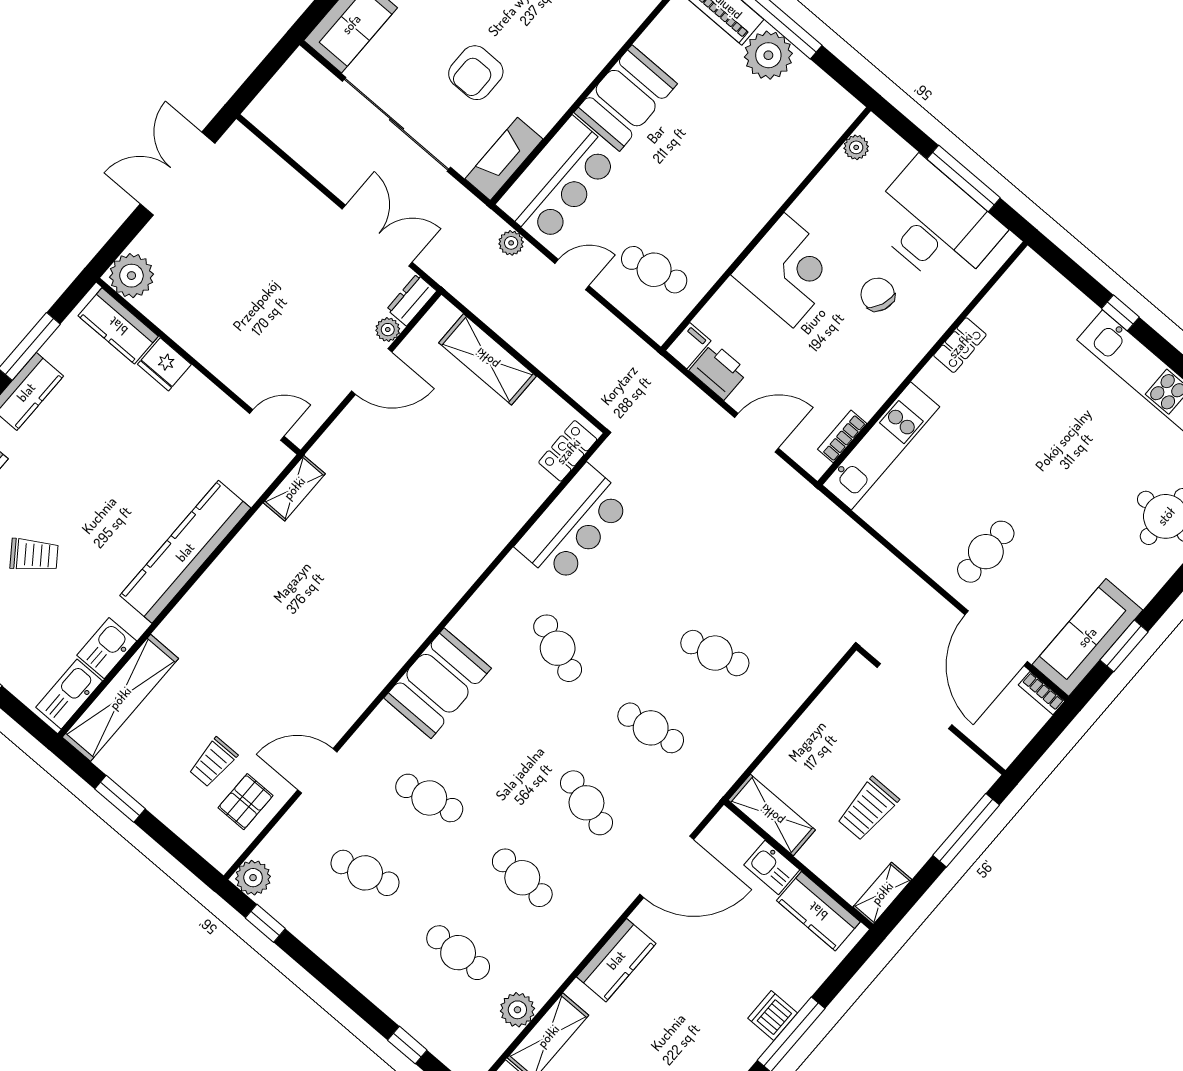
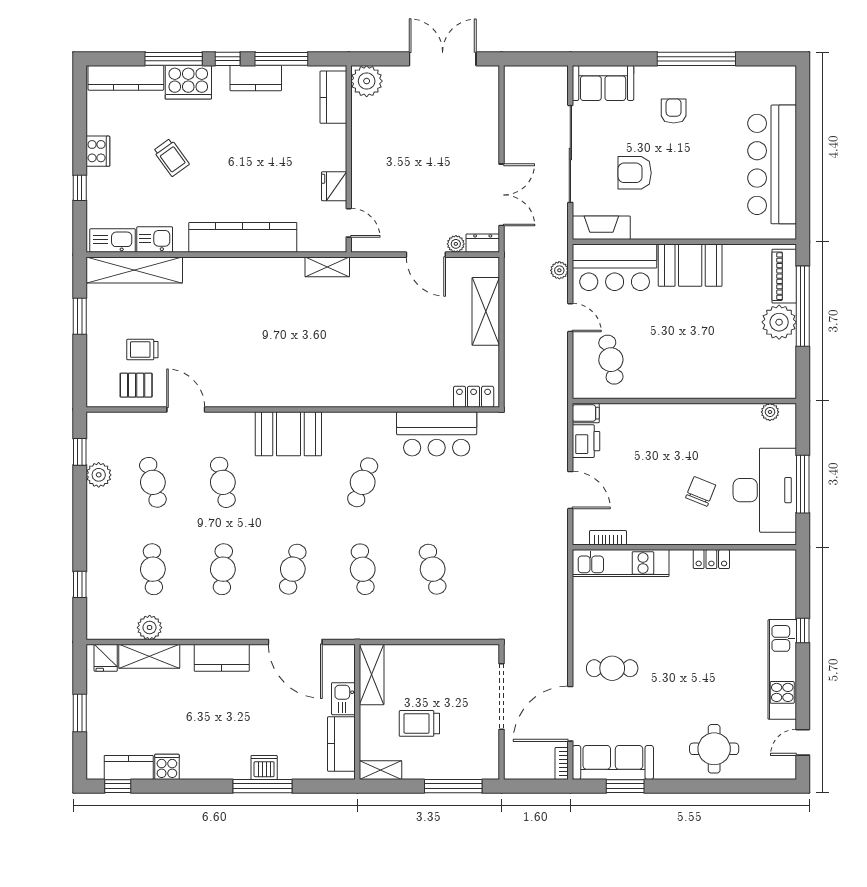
corner desk: (789, 270) -> (673, 432), removed
fridge: (164, 364) -> (334, 186), moved
plant: (253, 878) -> (99, 475), moved

